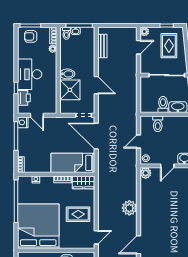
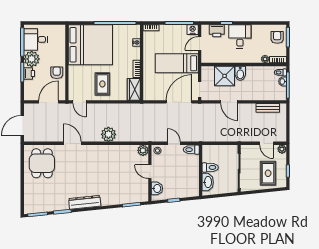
rug: (169, 46) -> (268, 173), turned 90
desk: (30, 74) -> (240, 36), width x0.73
door: (96, 85) -> (229, 102), hinge flipped
toilet: (158, 124) -> (191, 150), moved
bed: (73, 163) -> (177, 63), moved, turned -90

